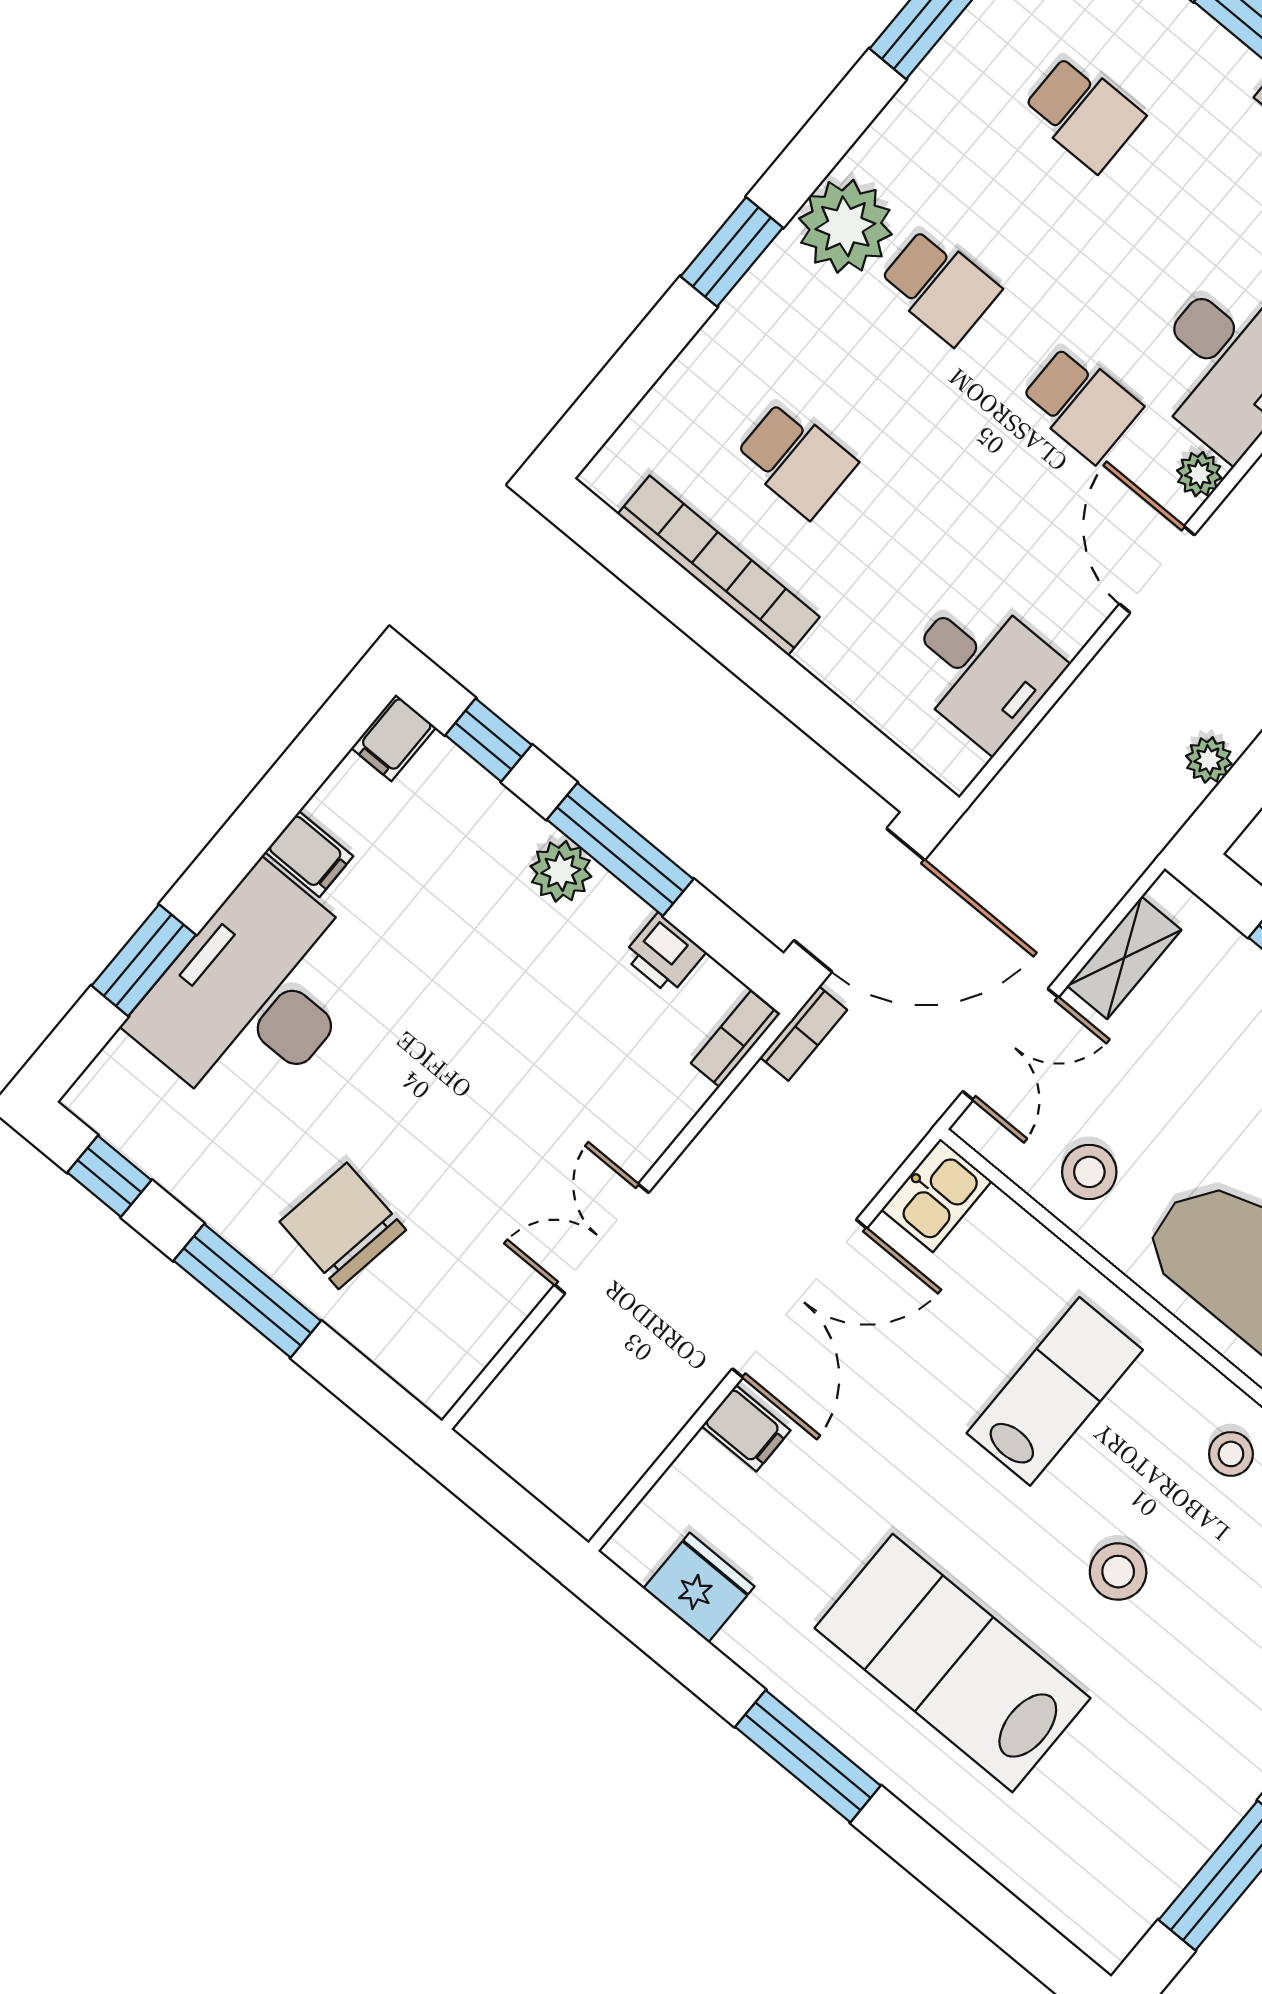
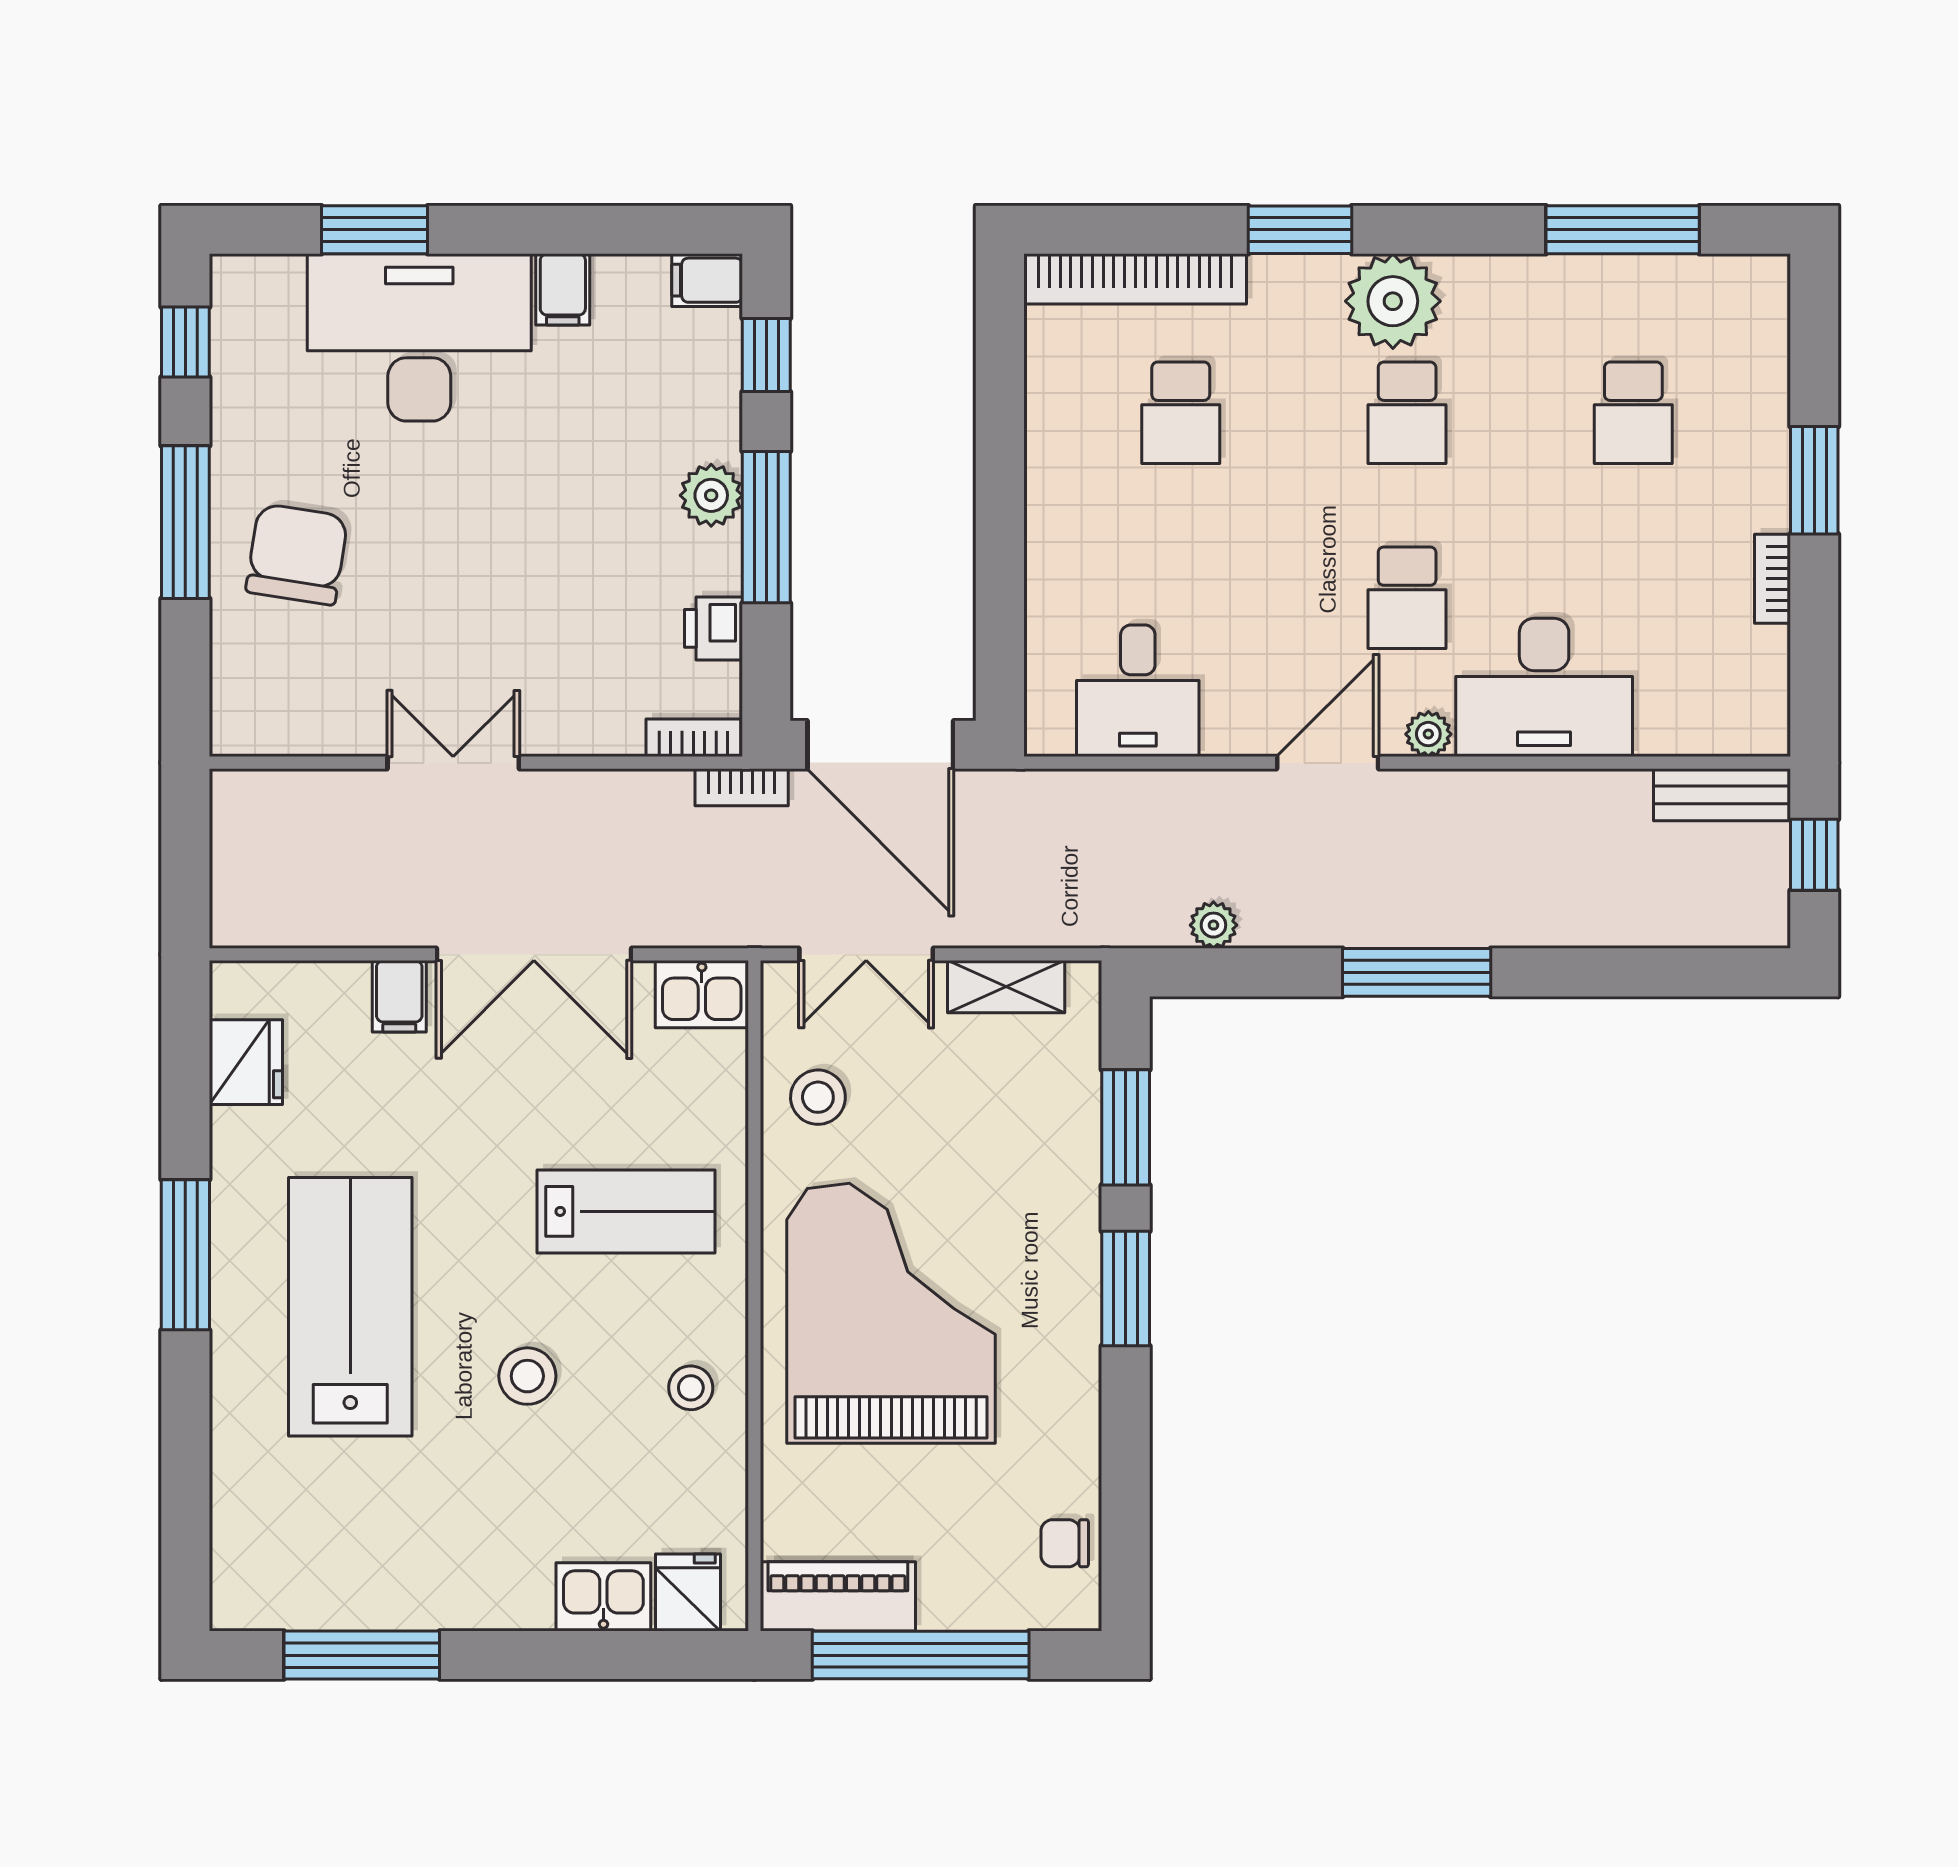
bookcase: (719, 566) -> (1135, 279), moved, turned 90

